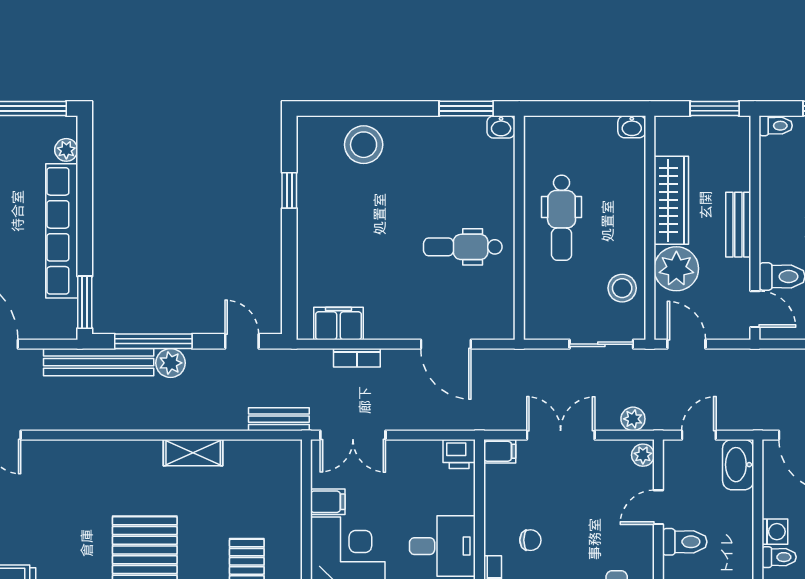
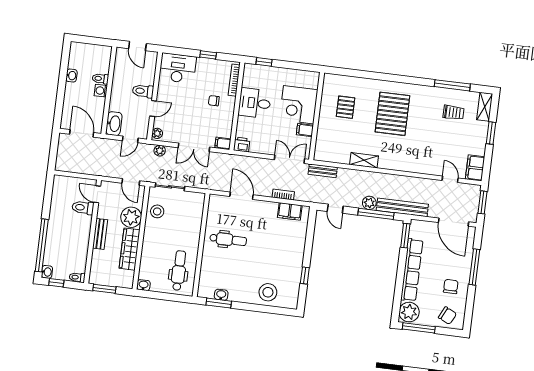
washbasin: (501, 127) -> (221, 295), moved
plant: (66, 150) -> (409, 312), width x1.88, depth x1.88
dental chair: (562, 218) -> (179, 271), moved

